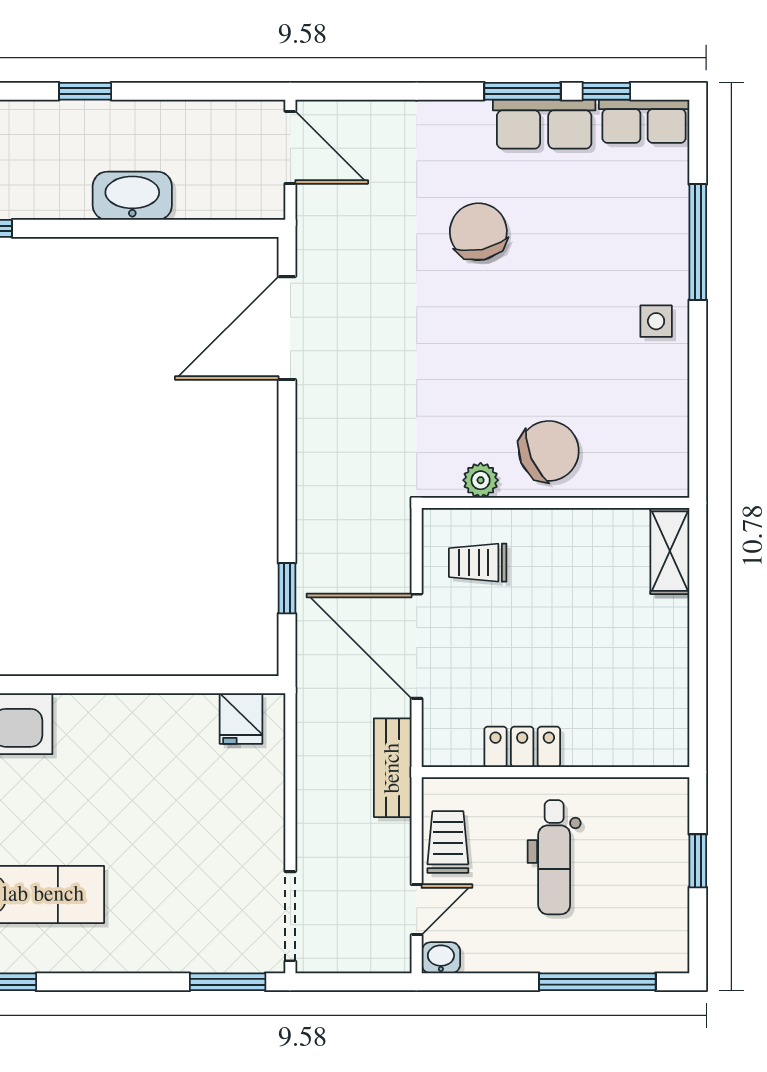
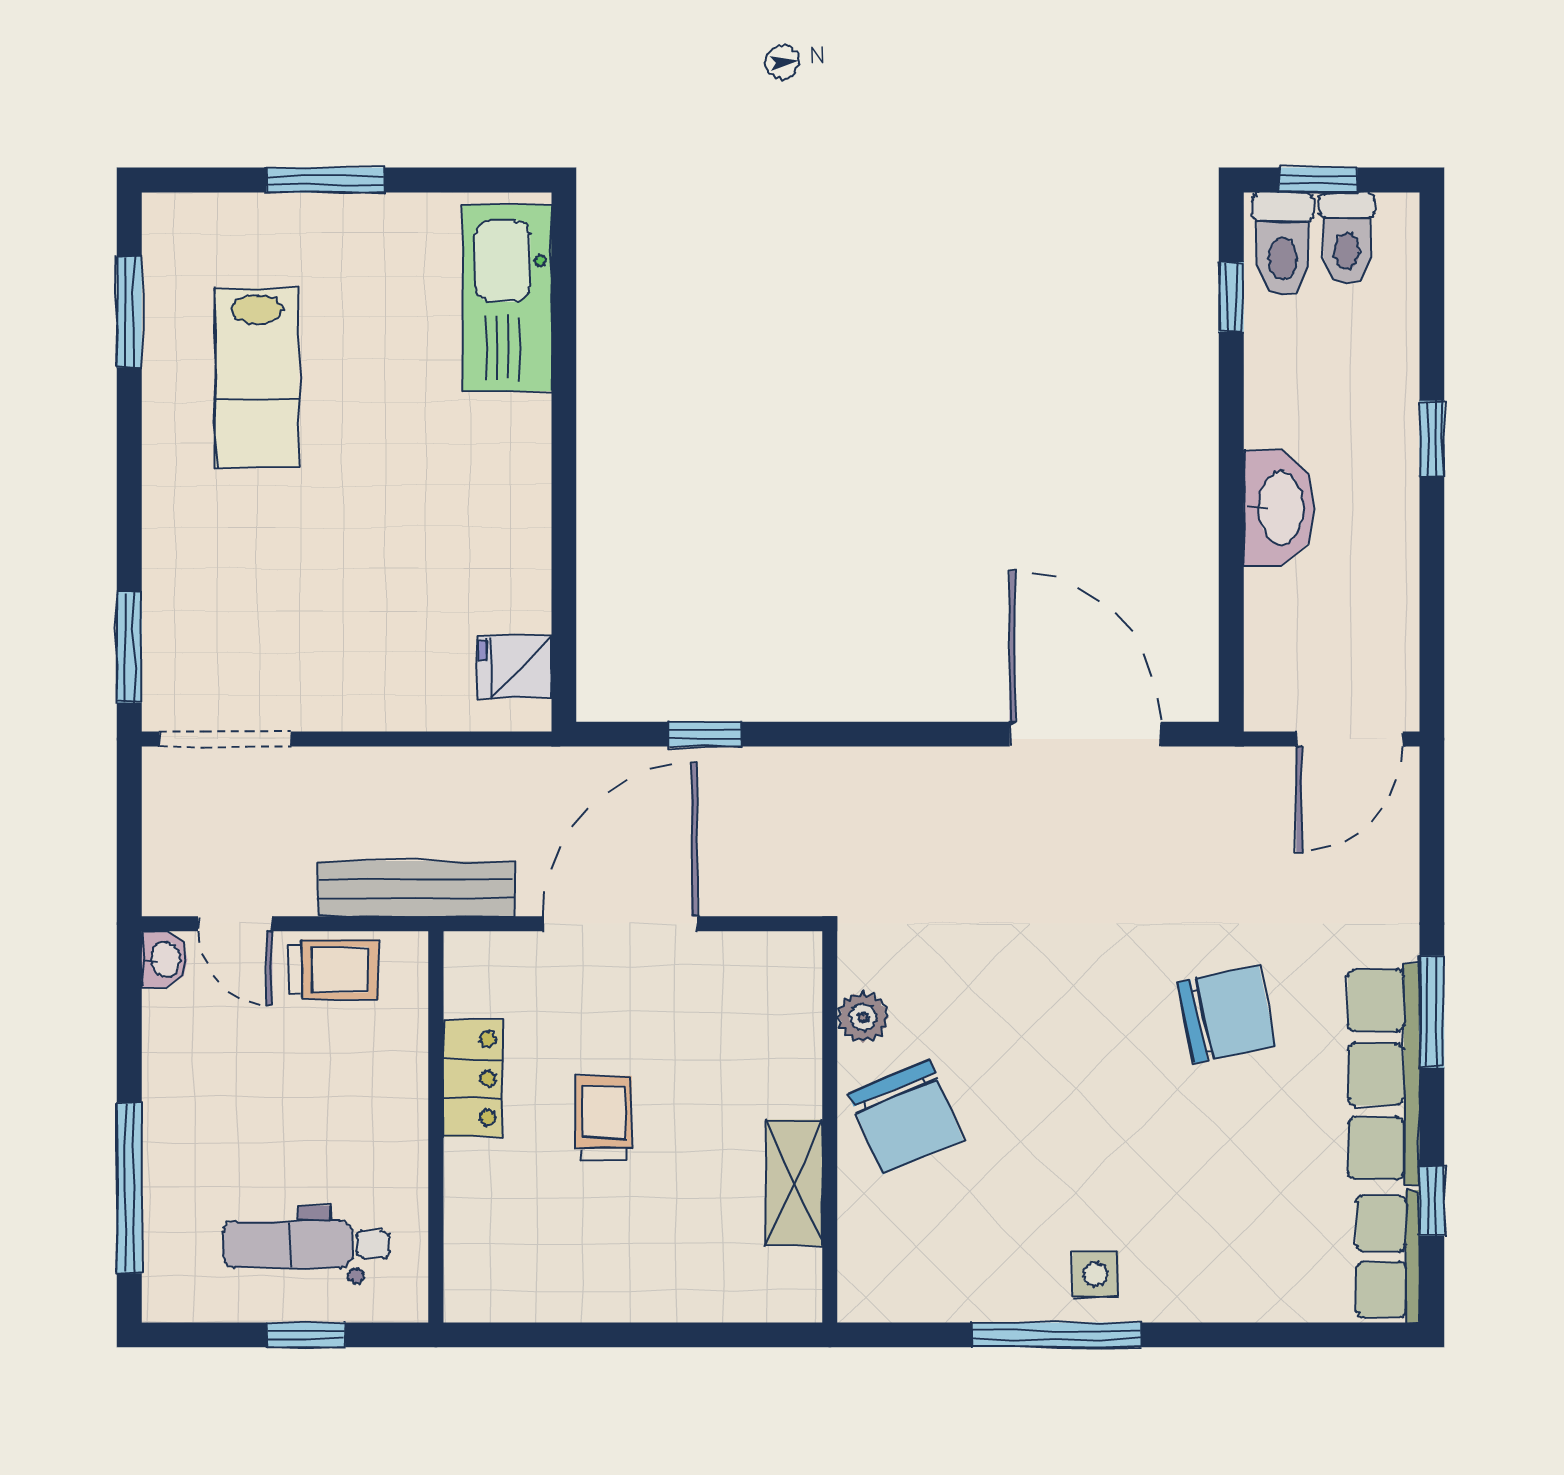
window: (522, 91) -> (1432, 1012), moved
row of seats: (544, 124) -> (1384, 1074), width x1.48
window: (698, 242) -> (1057, 1335), moved
shelving: (670, 551) -> (794, 1183), moved, turned 90
trolley: (478, 563) -> (604, 1118), moved
bench: (393, 768) -> (416, 889), width x1.36
dental chair: (554, 857) -> (306, 1245), moved

